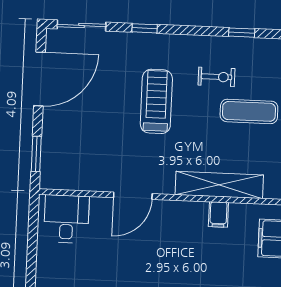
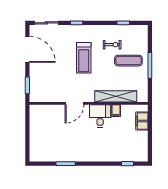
door: (40, 79) -> (27, 49), hinge flipped
treadmill: (156, 101) -> (84, 58), turned 180
desk: (66, 219) -> (100, 116), moved

